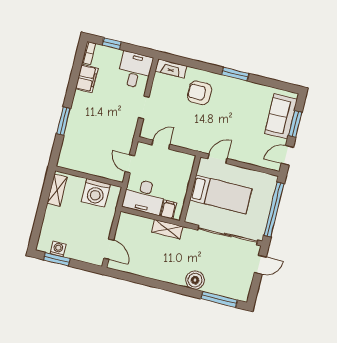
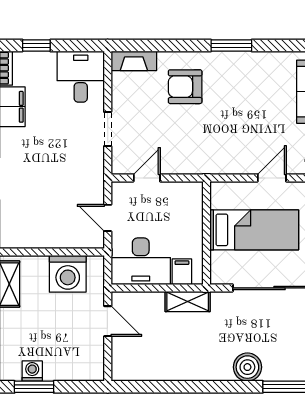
door: (218, 159) -> (272, 178), moved
door: (109, 249) -> (108, 321), moved

